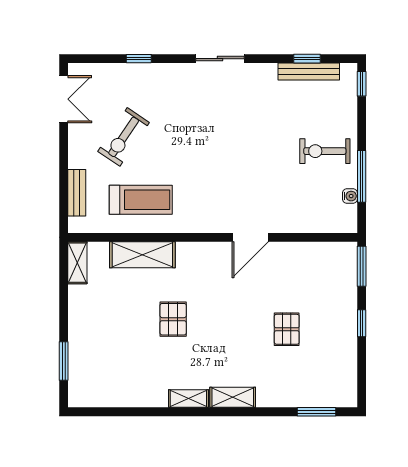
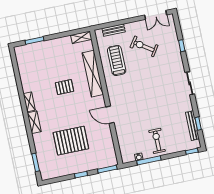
treadmill: (141, 200) -> (117, 60), turned 180
shelving: (142, 255) -> (93, 74), width x1.47
pallet: (287, 329) -> (71, 141), width x2.05, depth x2.00

